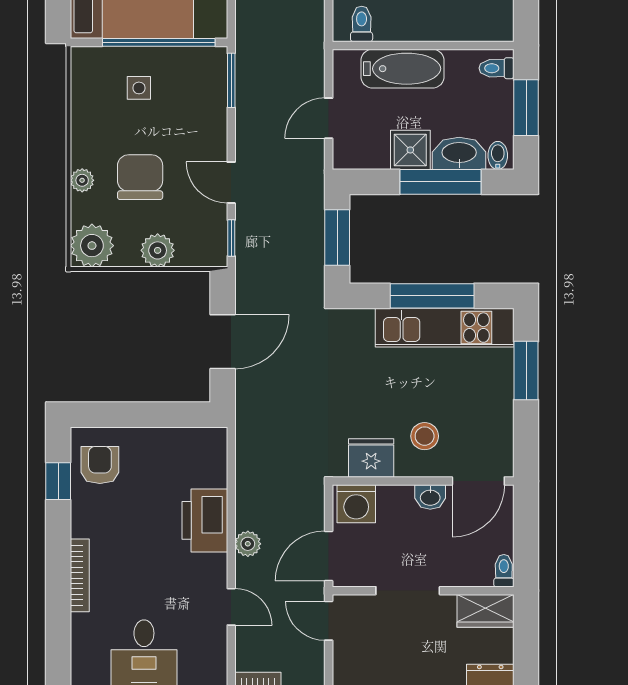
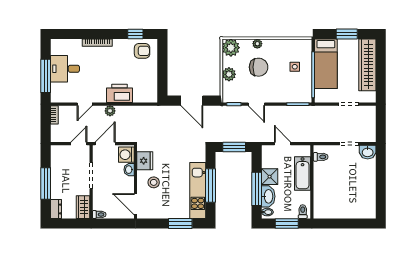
door: (231, 183) -> (256, 104), swing flipped
washbasin: (430, 497) -> (129, 170), moved
door: (329, 556) -> (105, 144), hinge flipped

